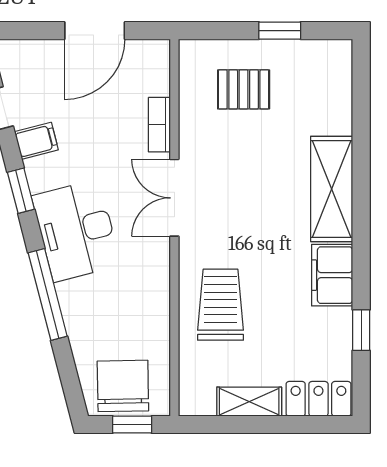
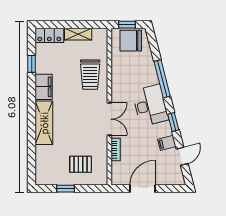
chair: (123, 386) -> (131, 41), turned 91

